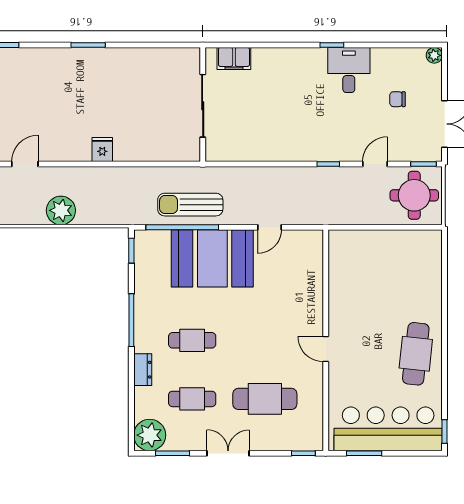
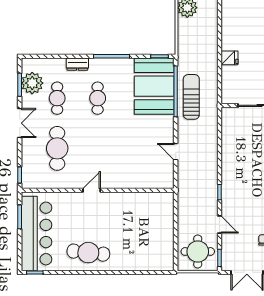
fridge: (102, 149) -> (229, 58), moved
booth: (212, 258) -> (154, 86), moved
plant: (150, 435) -> (32, 83), moved

